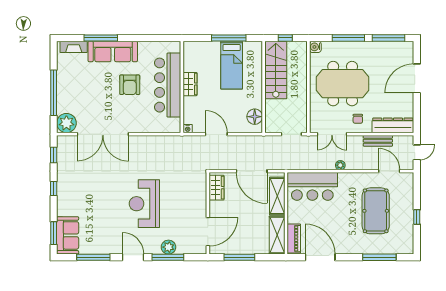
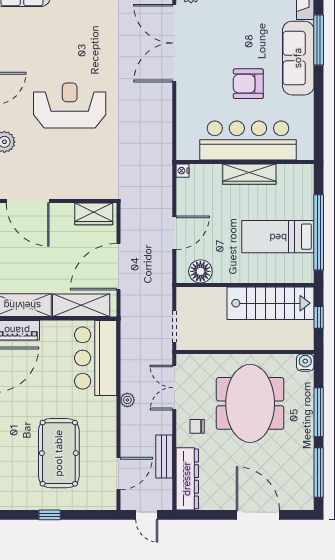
window: (229, 38) -> (319, 232), width x1.46
wardrobe: (190, 84) -> (249, 174), width x1.50
door: (216, 134) -> (174, 233), moved
pool table: (376, 211) -> (59, 453), turned 90

